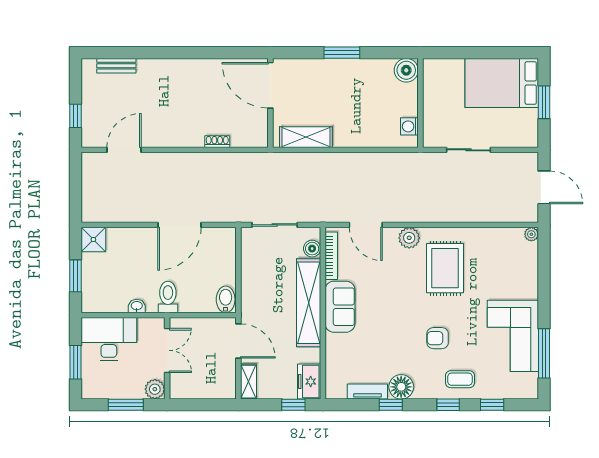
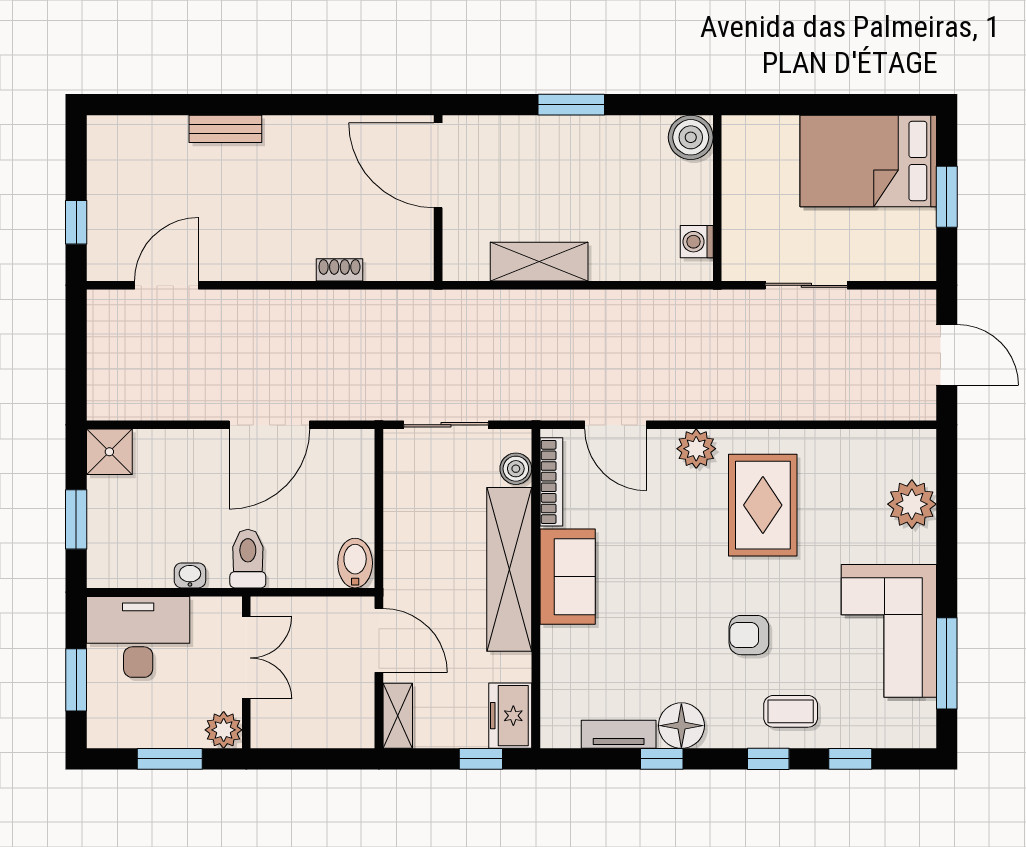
bench: (116, 66) -> (225, 129), moved
shelving: (306, 137) -> (539, 262), moved
plant: (531, 234) -> (912, 504), moved, width x1.87, depth x1.87

